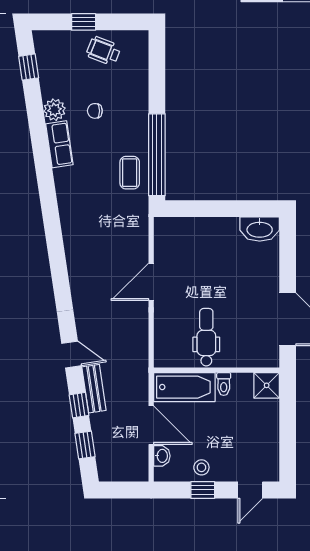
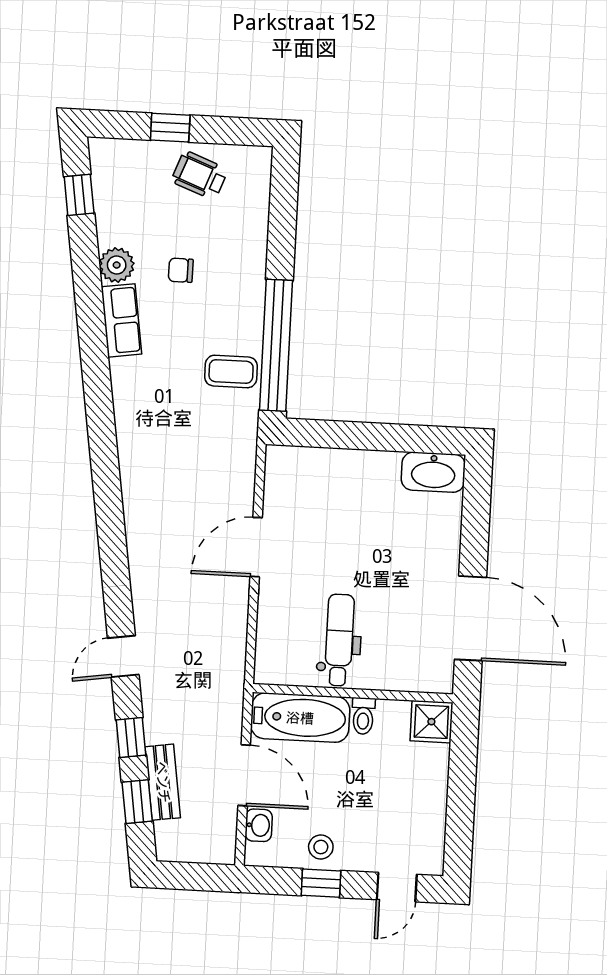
coffee table: (130, 173) -> (231, 371), turned 90
door: (71, 355) -> (123, 656), swing flipped
bench: (94, 389) -> (163, 782), moved

